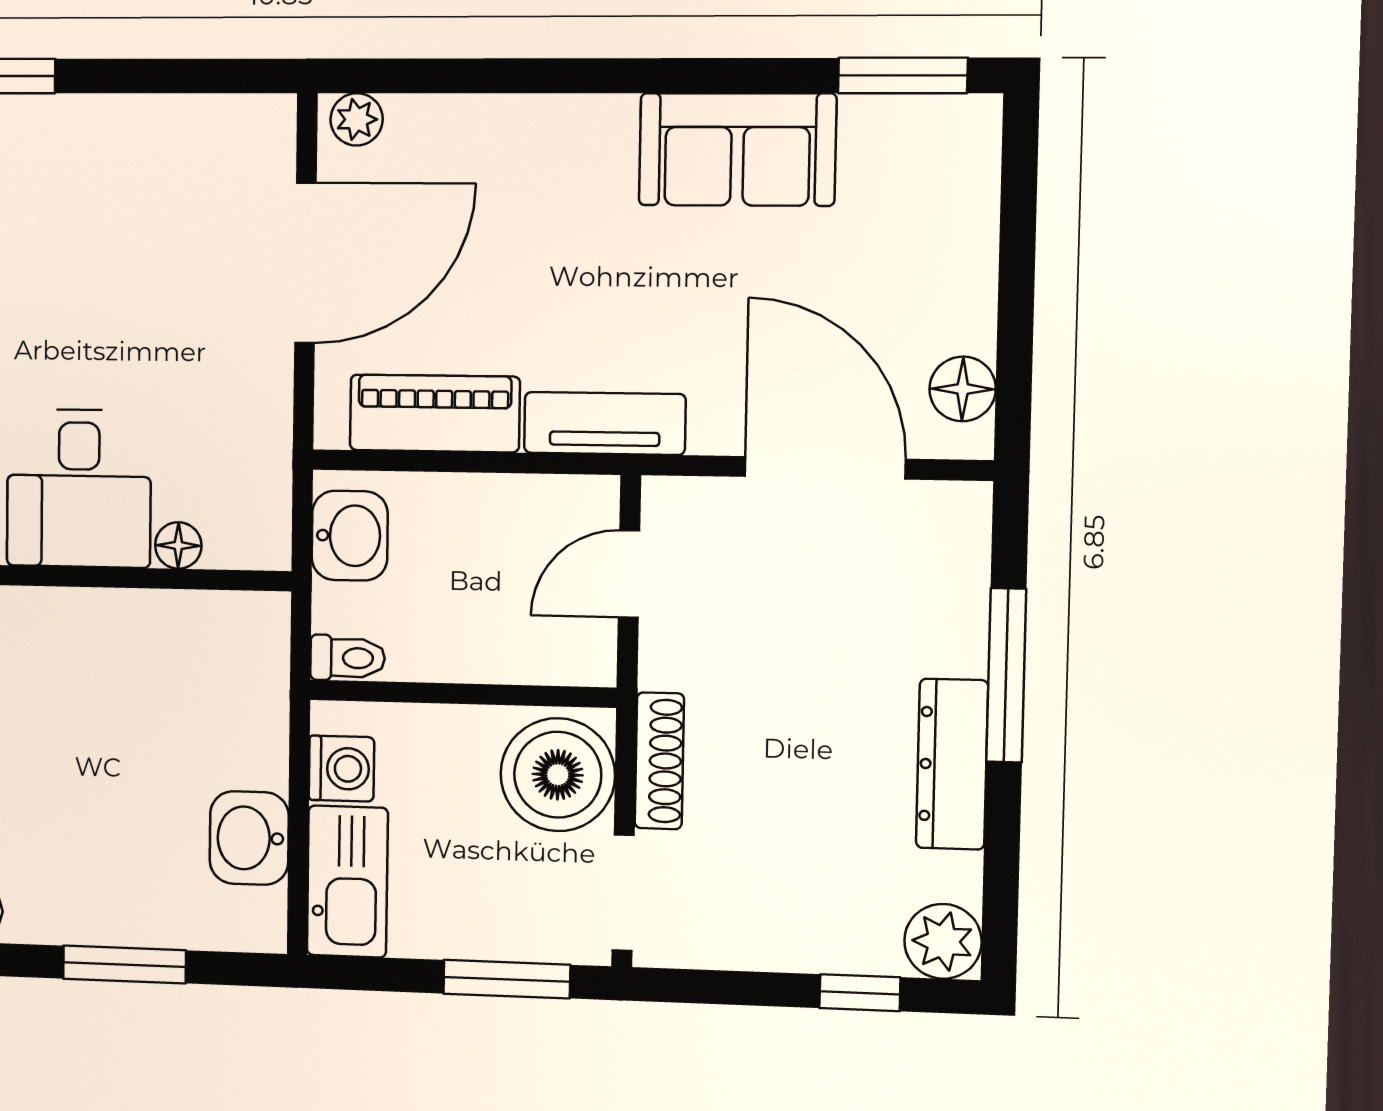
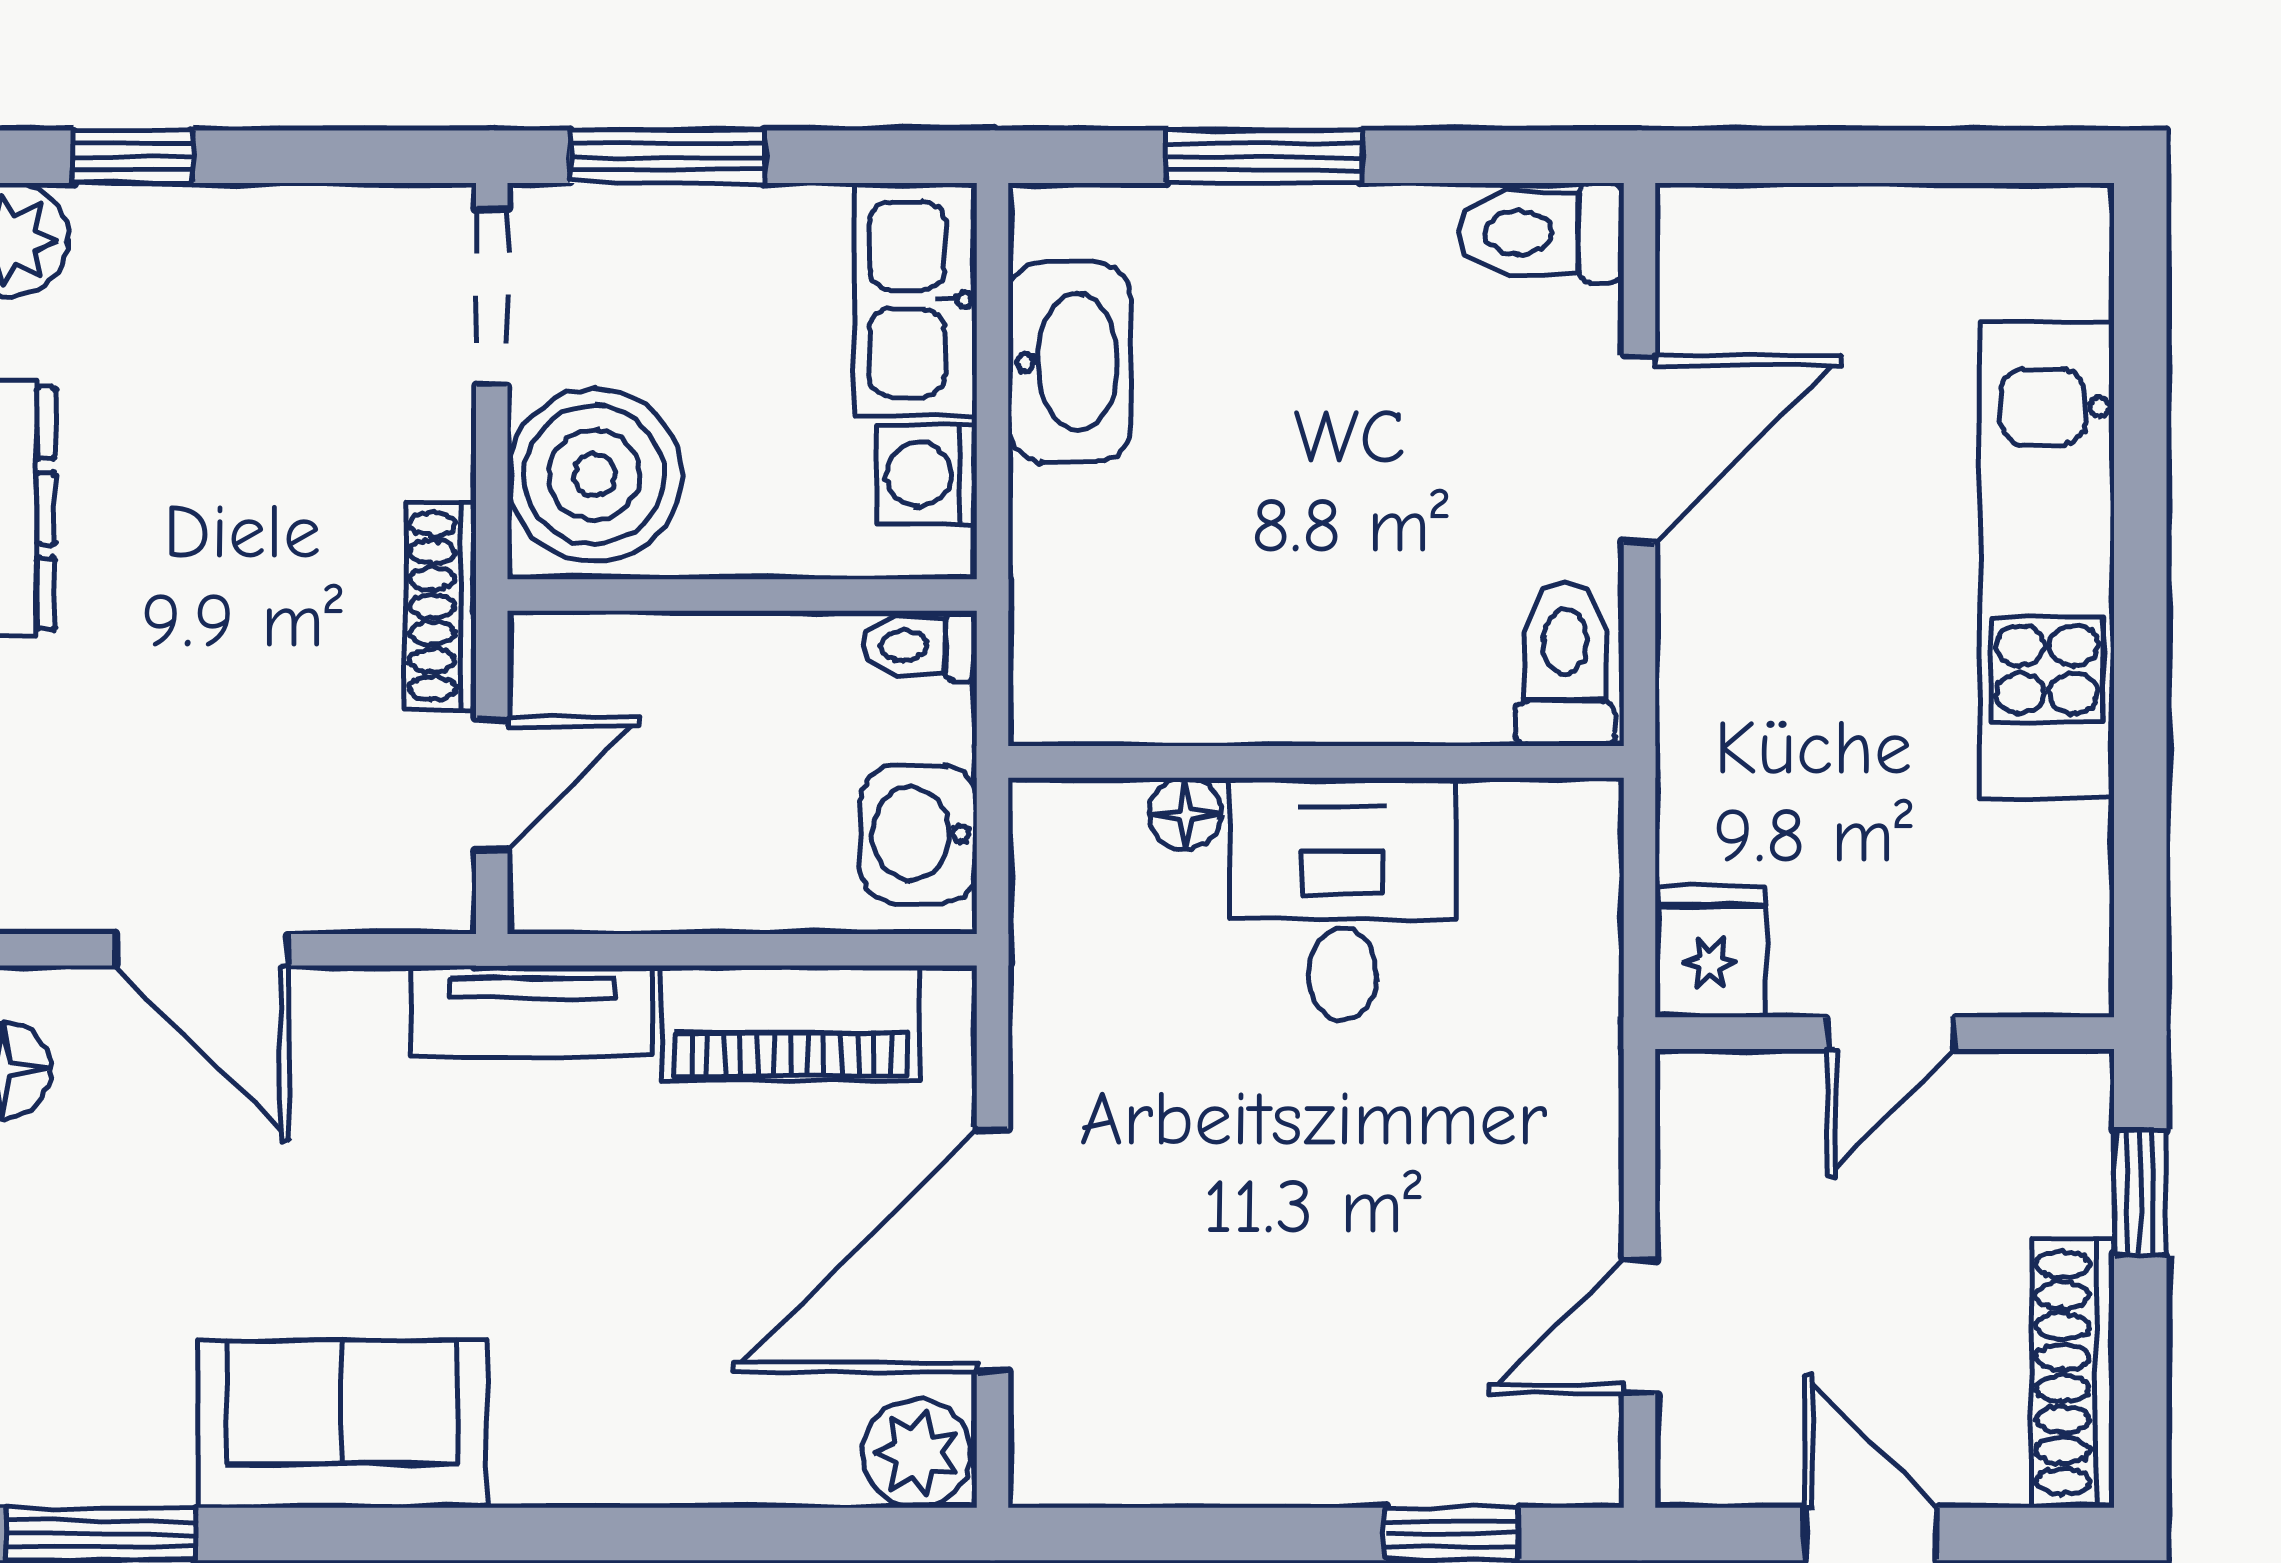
plant: (357, 119) -> (917, 1453), width x1.38, depth x1.38
door: (825, 468) -> (202, 950), width x0.73
shoe rack: (659, 761) -> (441, 606), moved
washbasin: (249, 838) -> (1069, 362), width x1.38

